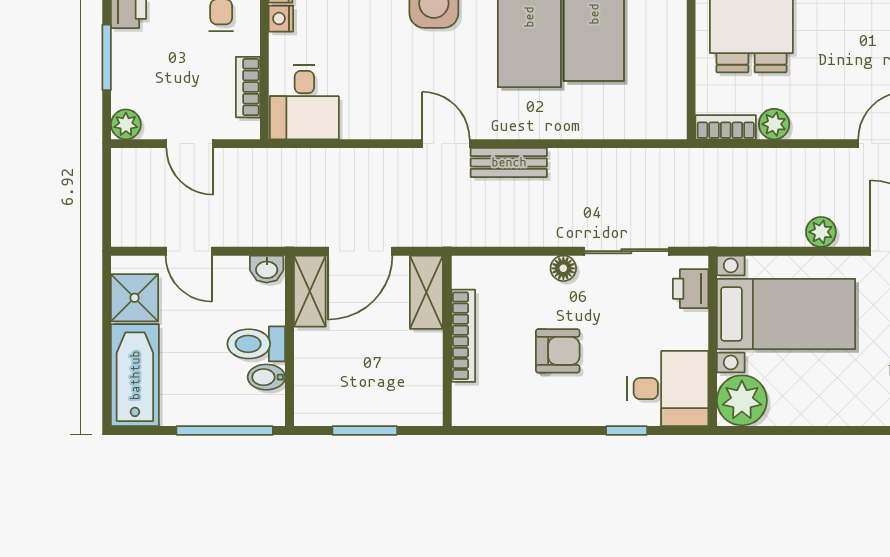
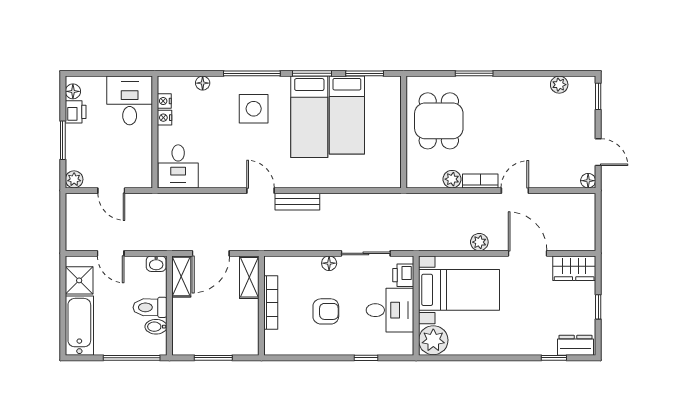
bookcase: (248, 87) -> (145, 158), removed
bookcase: (726, 127) -> (480, 181), moved
desk: (668, 389) -> (390, 310), moved

